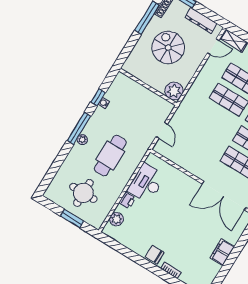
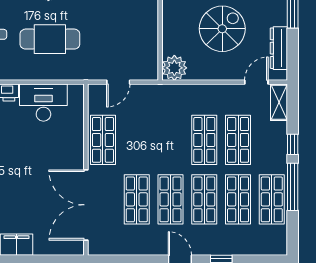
door: (213, 47) -> (256, 82), swing flipped
shop shelf: (191, 161) -> (103, 140), added

